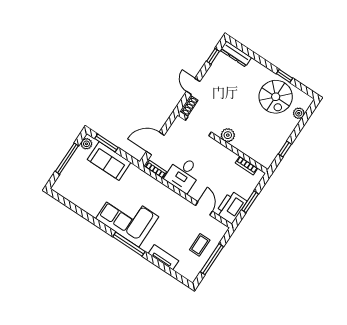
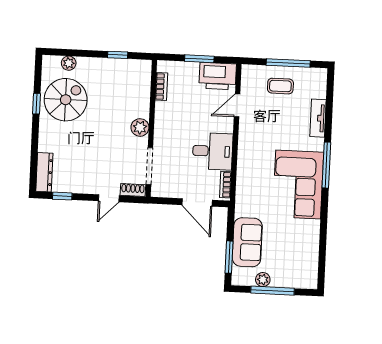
plant: (86, 144) -> (263, 280), moved

